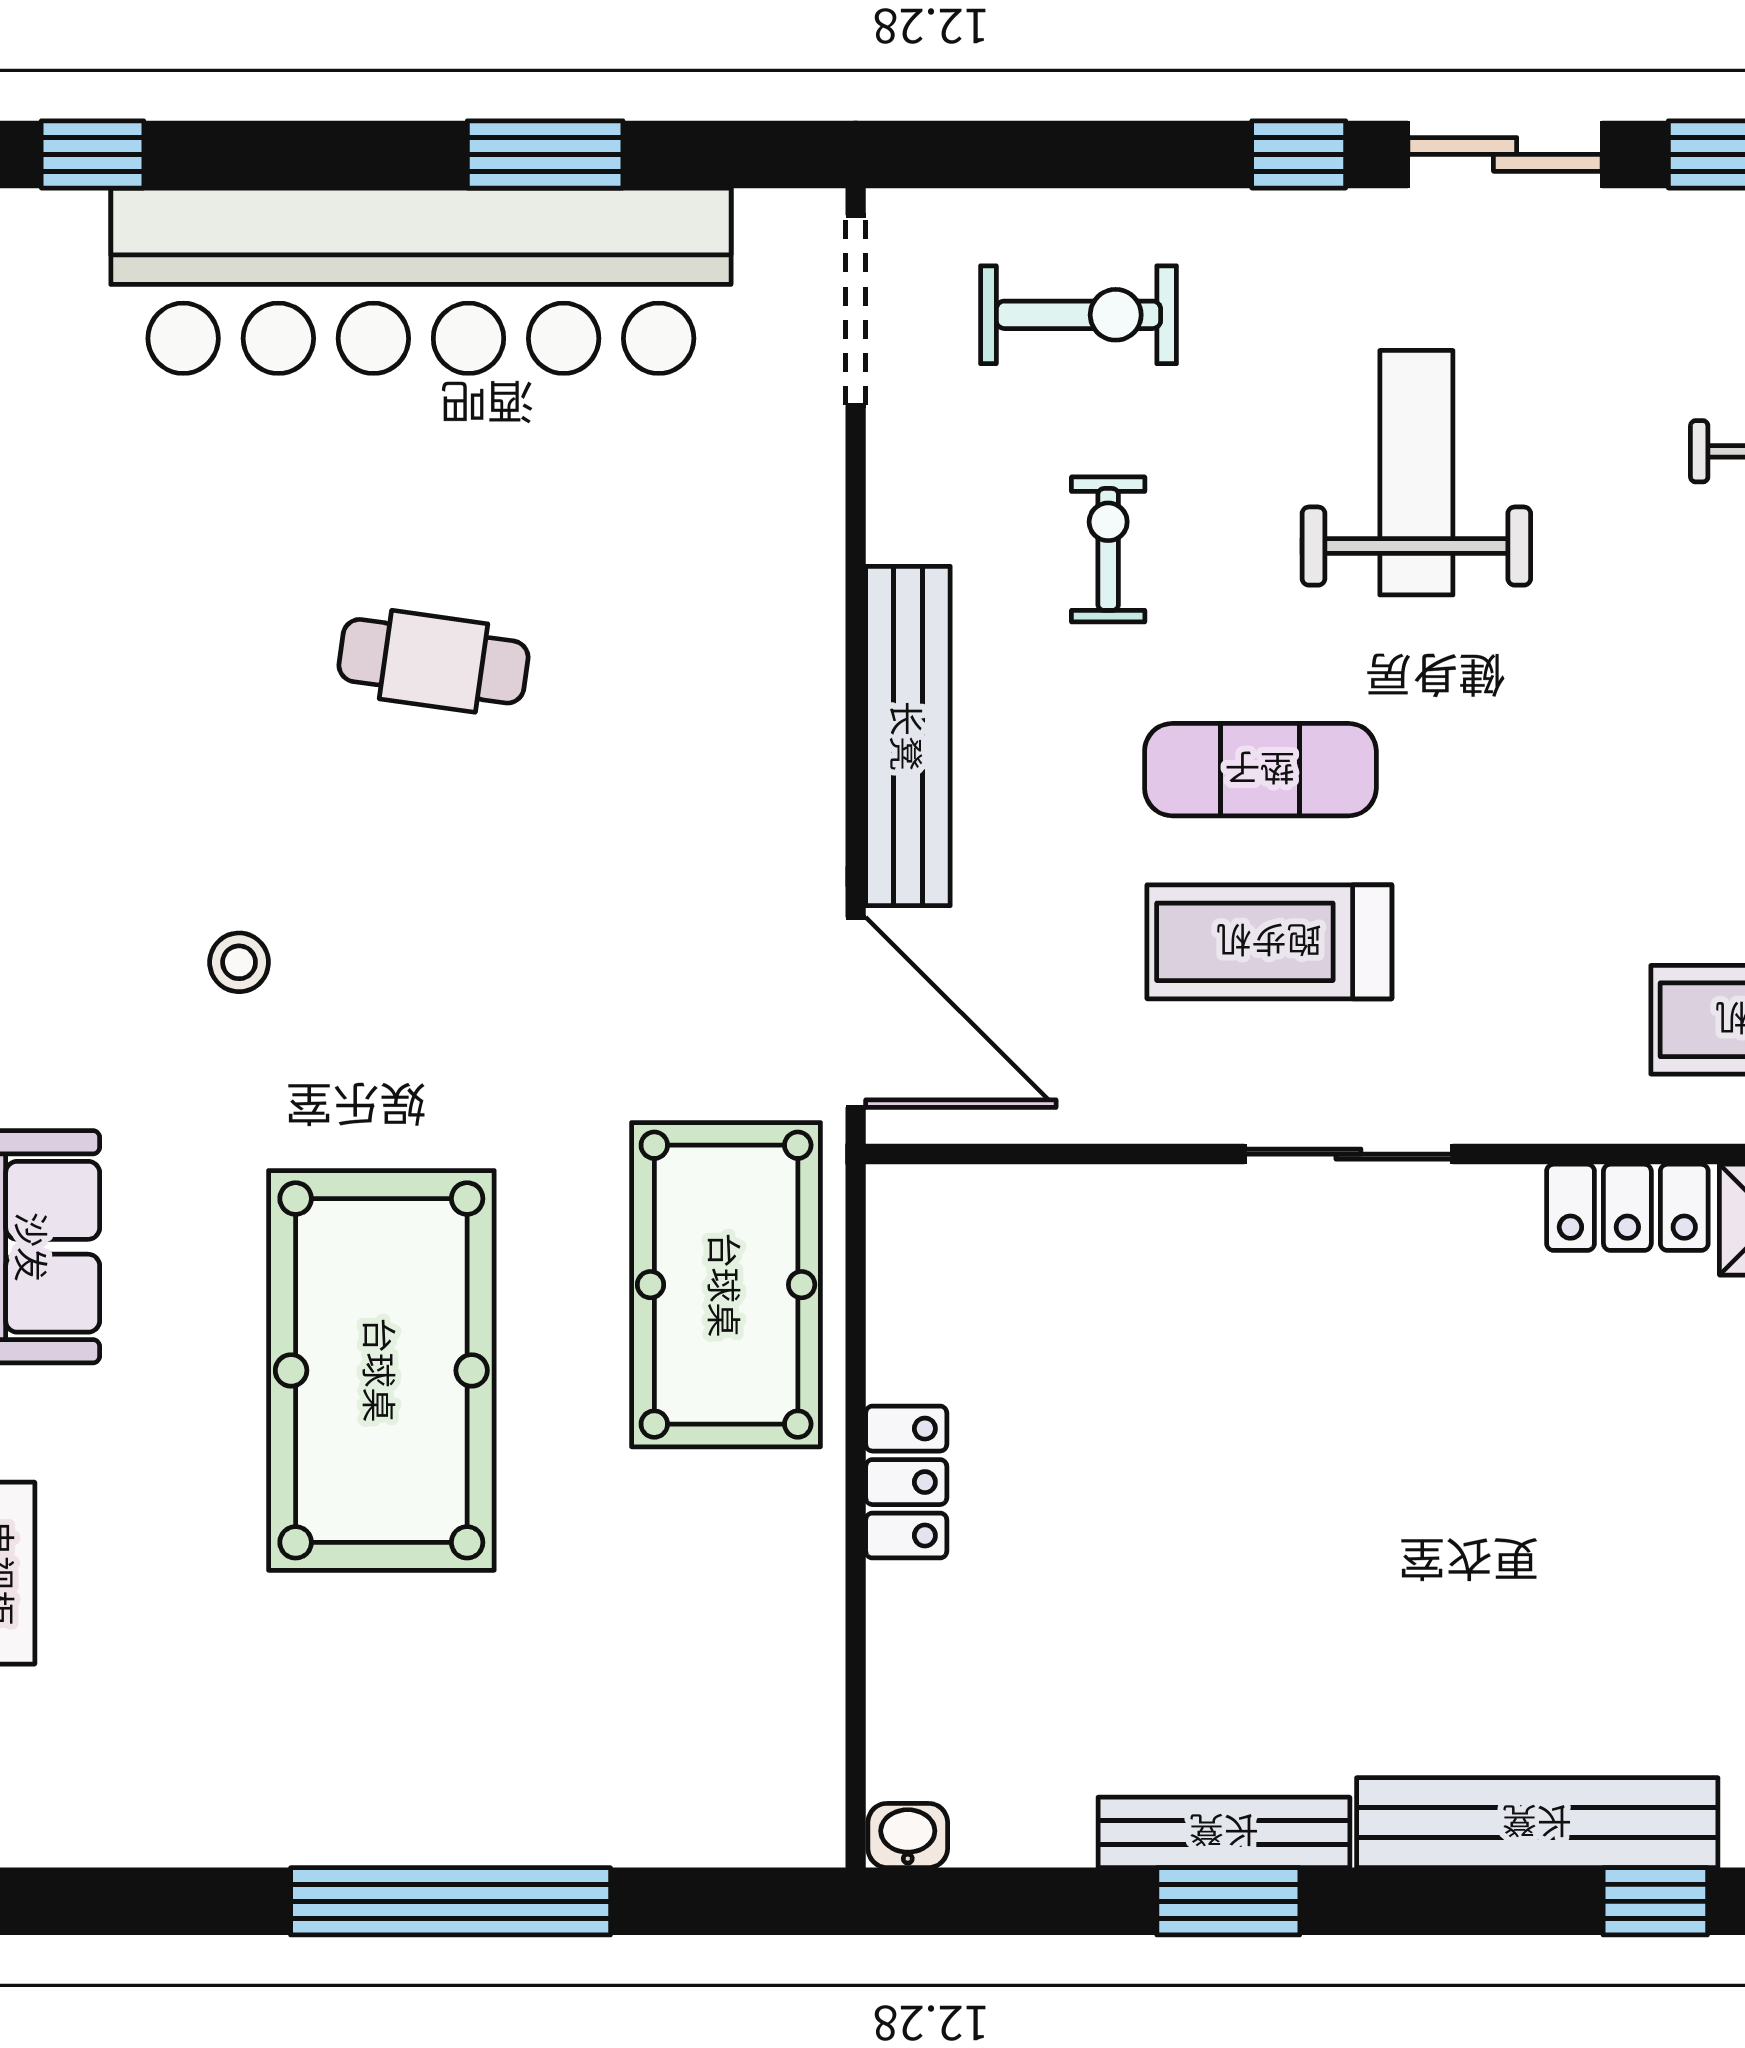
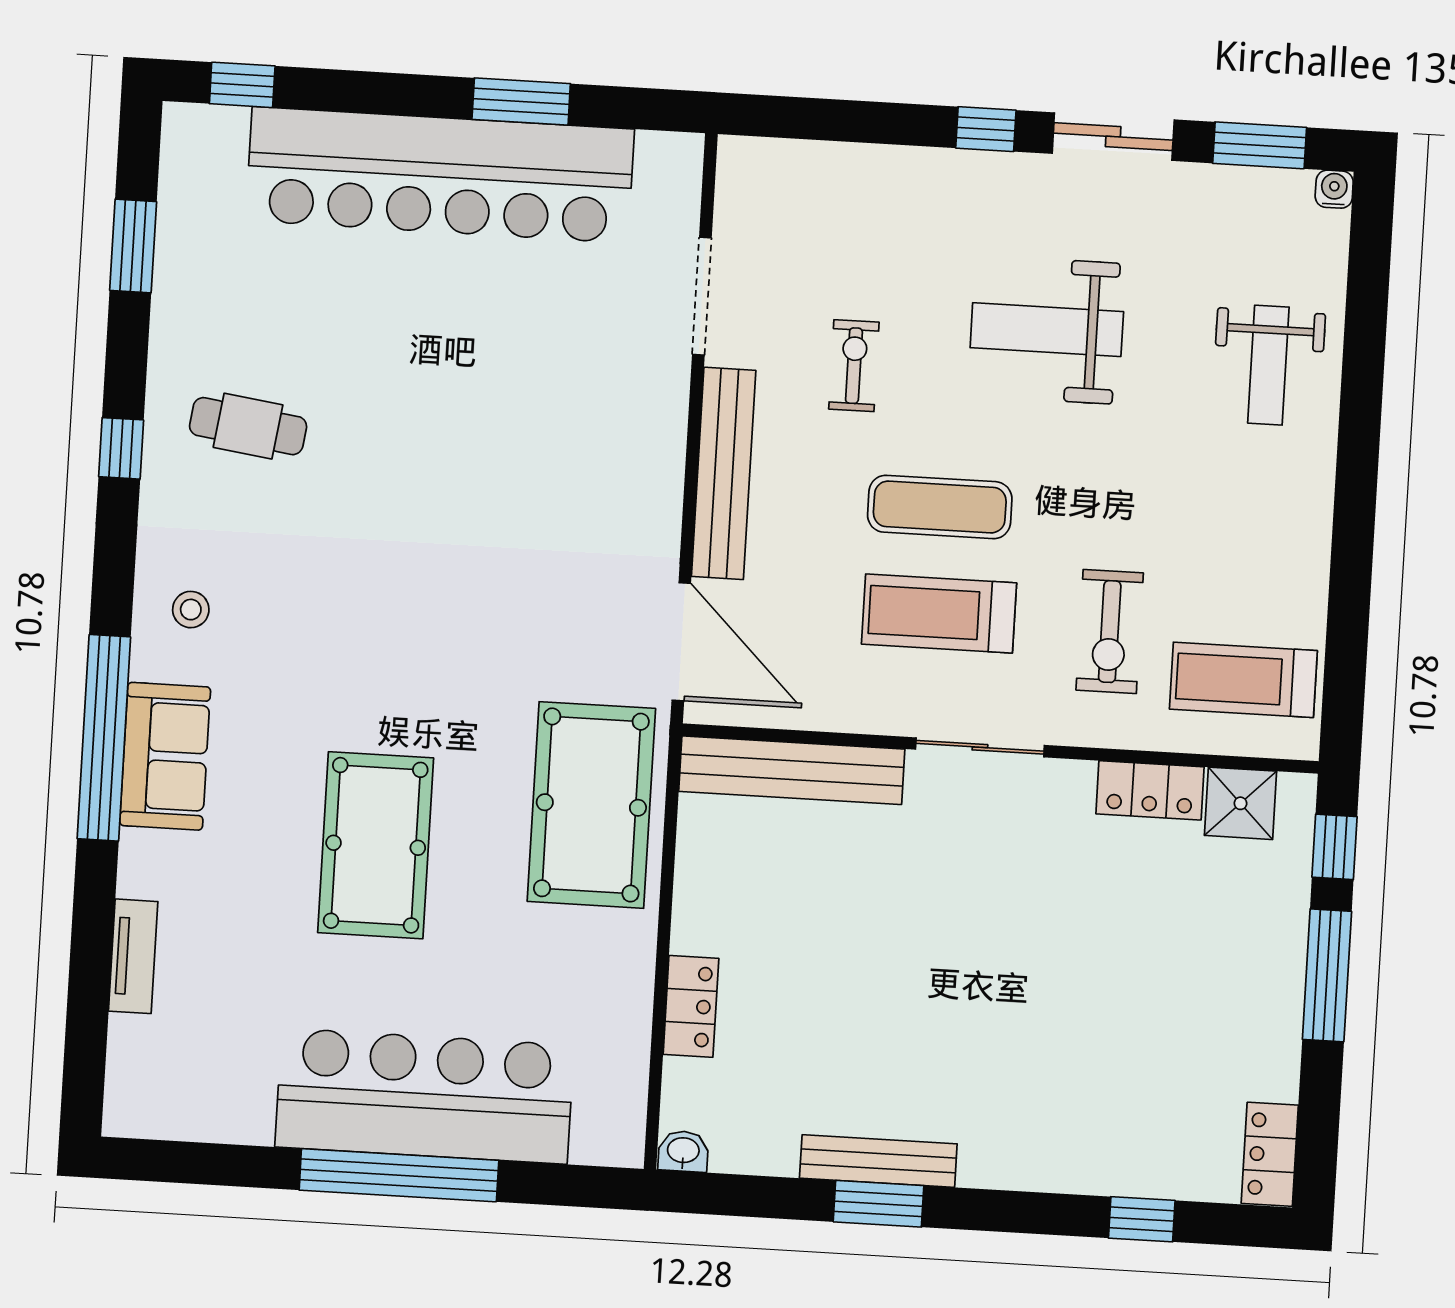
doorway: (856, 310) -> (702, 296), moved
exercise bike: (1078, 315) -> (1110, 632), moved, turned 90
weight bench: (1416, 473) -> (1047, 330), turned -90
cafe table: (434, 661) -> (248, 426), moved
stool: (239, 962) -> (191, 610), moved
pool table: (381, 1370) -> (376, 845), width x0.73, depth x0.76
locker: (906, 1482) -> (691, 1006), moved
bar counter: (484, 1771) -> (425, 1096), added
bench: (1537, 1823) -> (792, 770), moved

